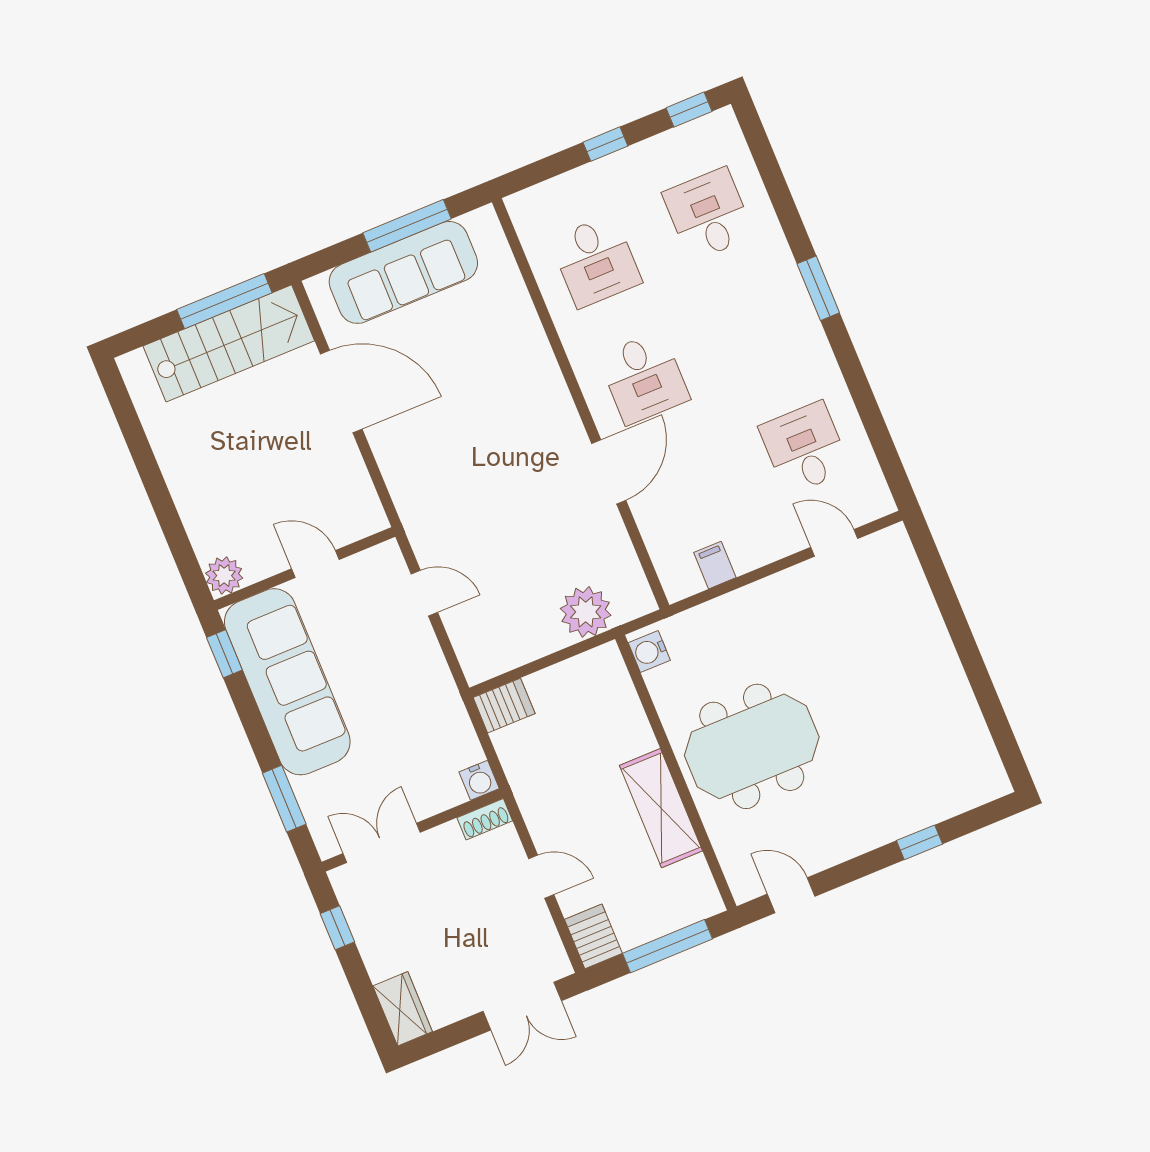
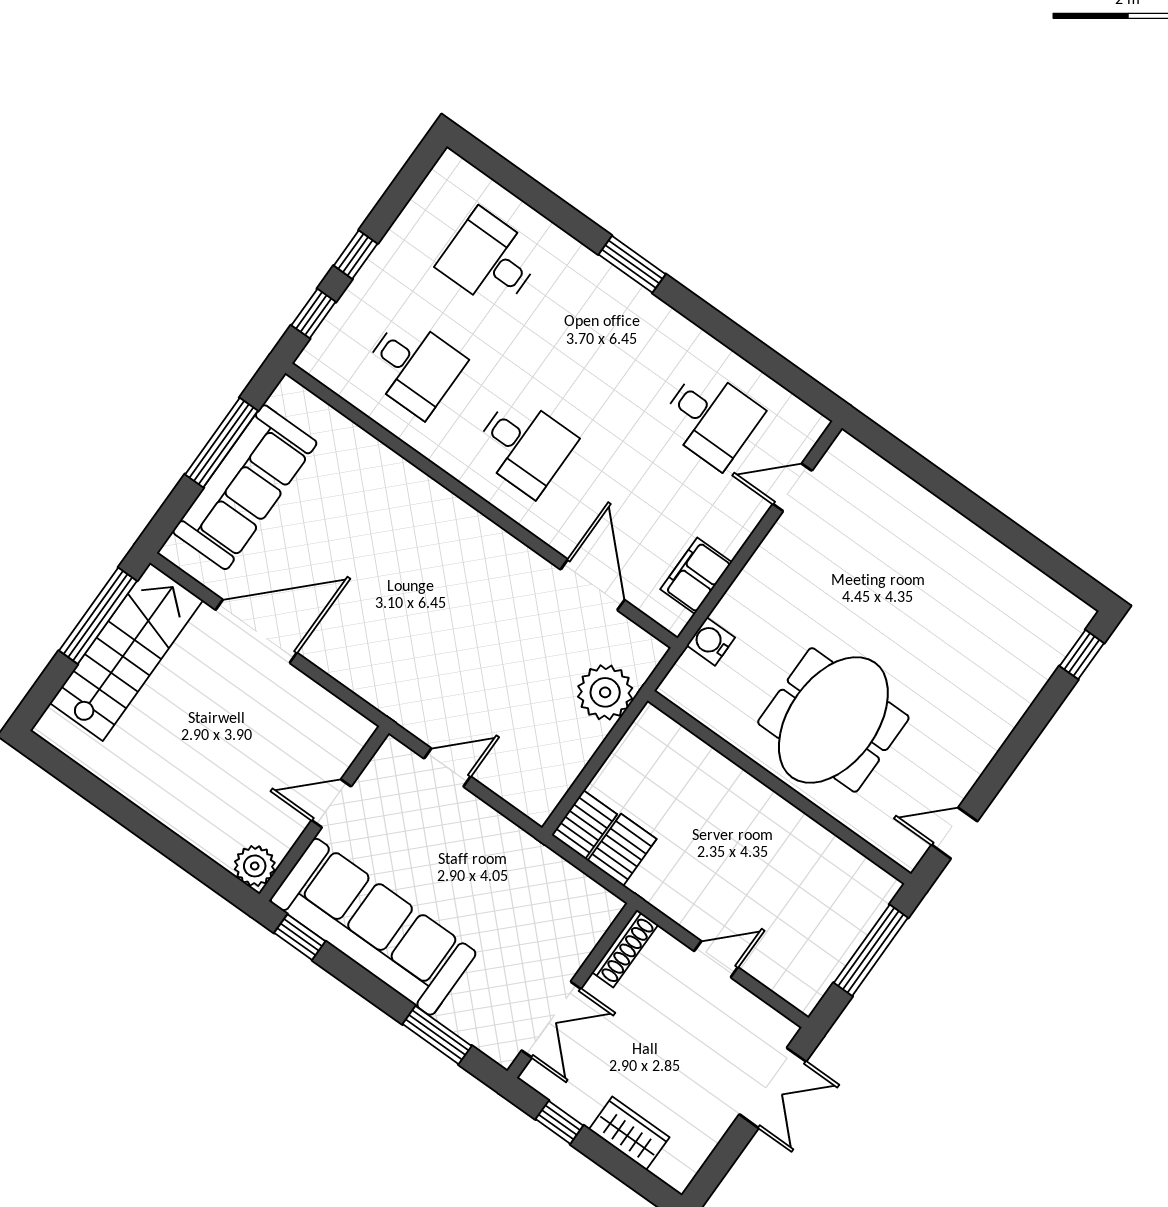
window: (689, 110) -> (314, 314), moved
desk: (805, 448) -> (711, 418), turned 180
door: (609, 472) -> (593, 585), moved
filing cabinet: (715, 565) -> (696, 576), width x2.00
water cooler: (649, 651) -> (711, 641), moved, turned 90
water cooler: (479, 780) -> (604, 907), removed
shelving: (661, 808) -> (786, 828), removed
shoe rack: (485, 819) -> (625, 949), width x1.43
window: (919, 842) -> (1082, 655), moved
double door: (382, 843) -> (551, 1020), swing flipped
server rack: (593, 936) -> (622, 850), moved, turned 90
wardrobe: (403, 1009) -> (629, 1133), moved

